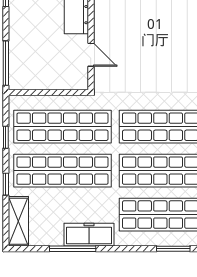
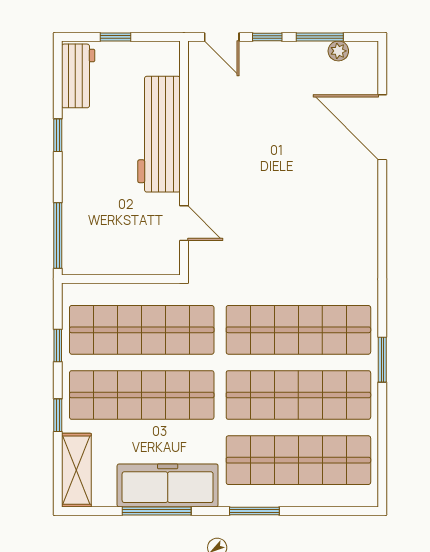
freezer: (89, 235) -> (168, 485), width x1.36, depth x1.26
window: (173, 249) -> (254, 511), moved

